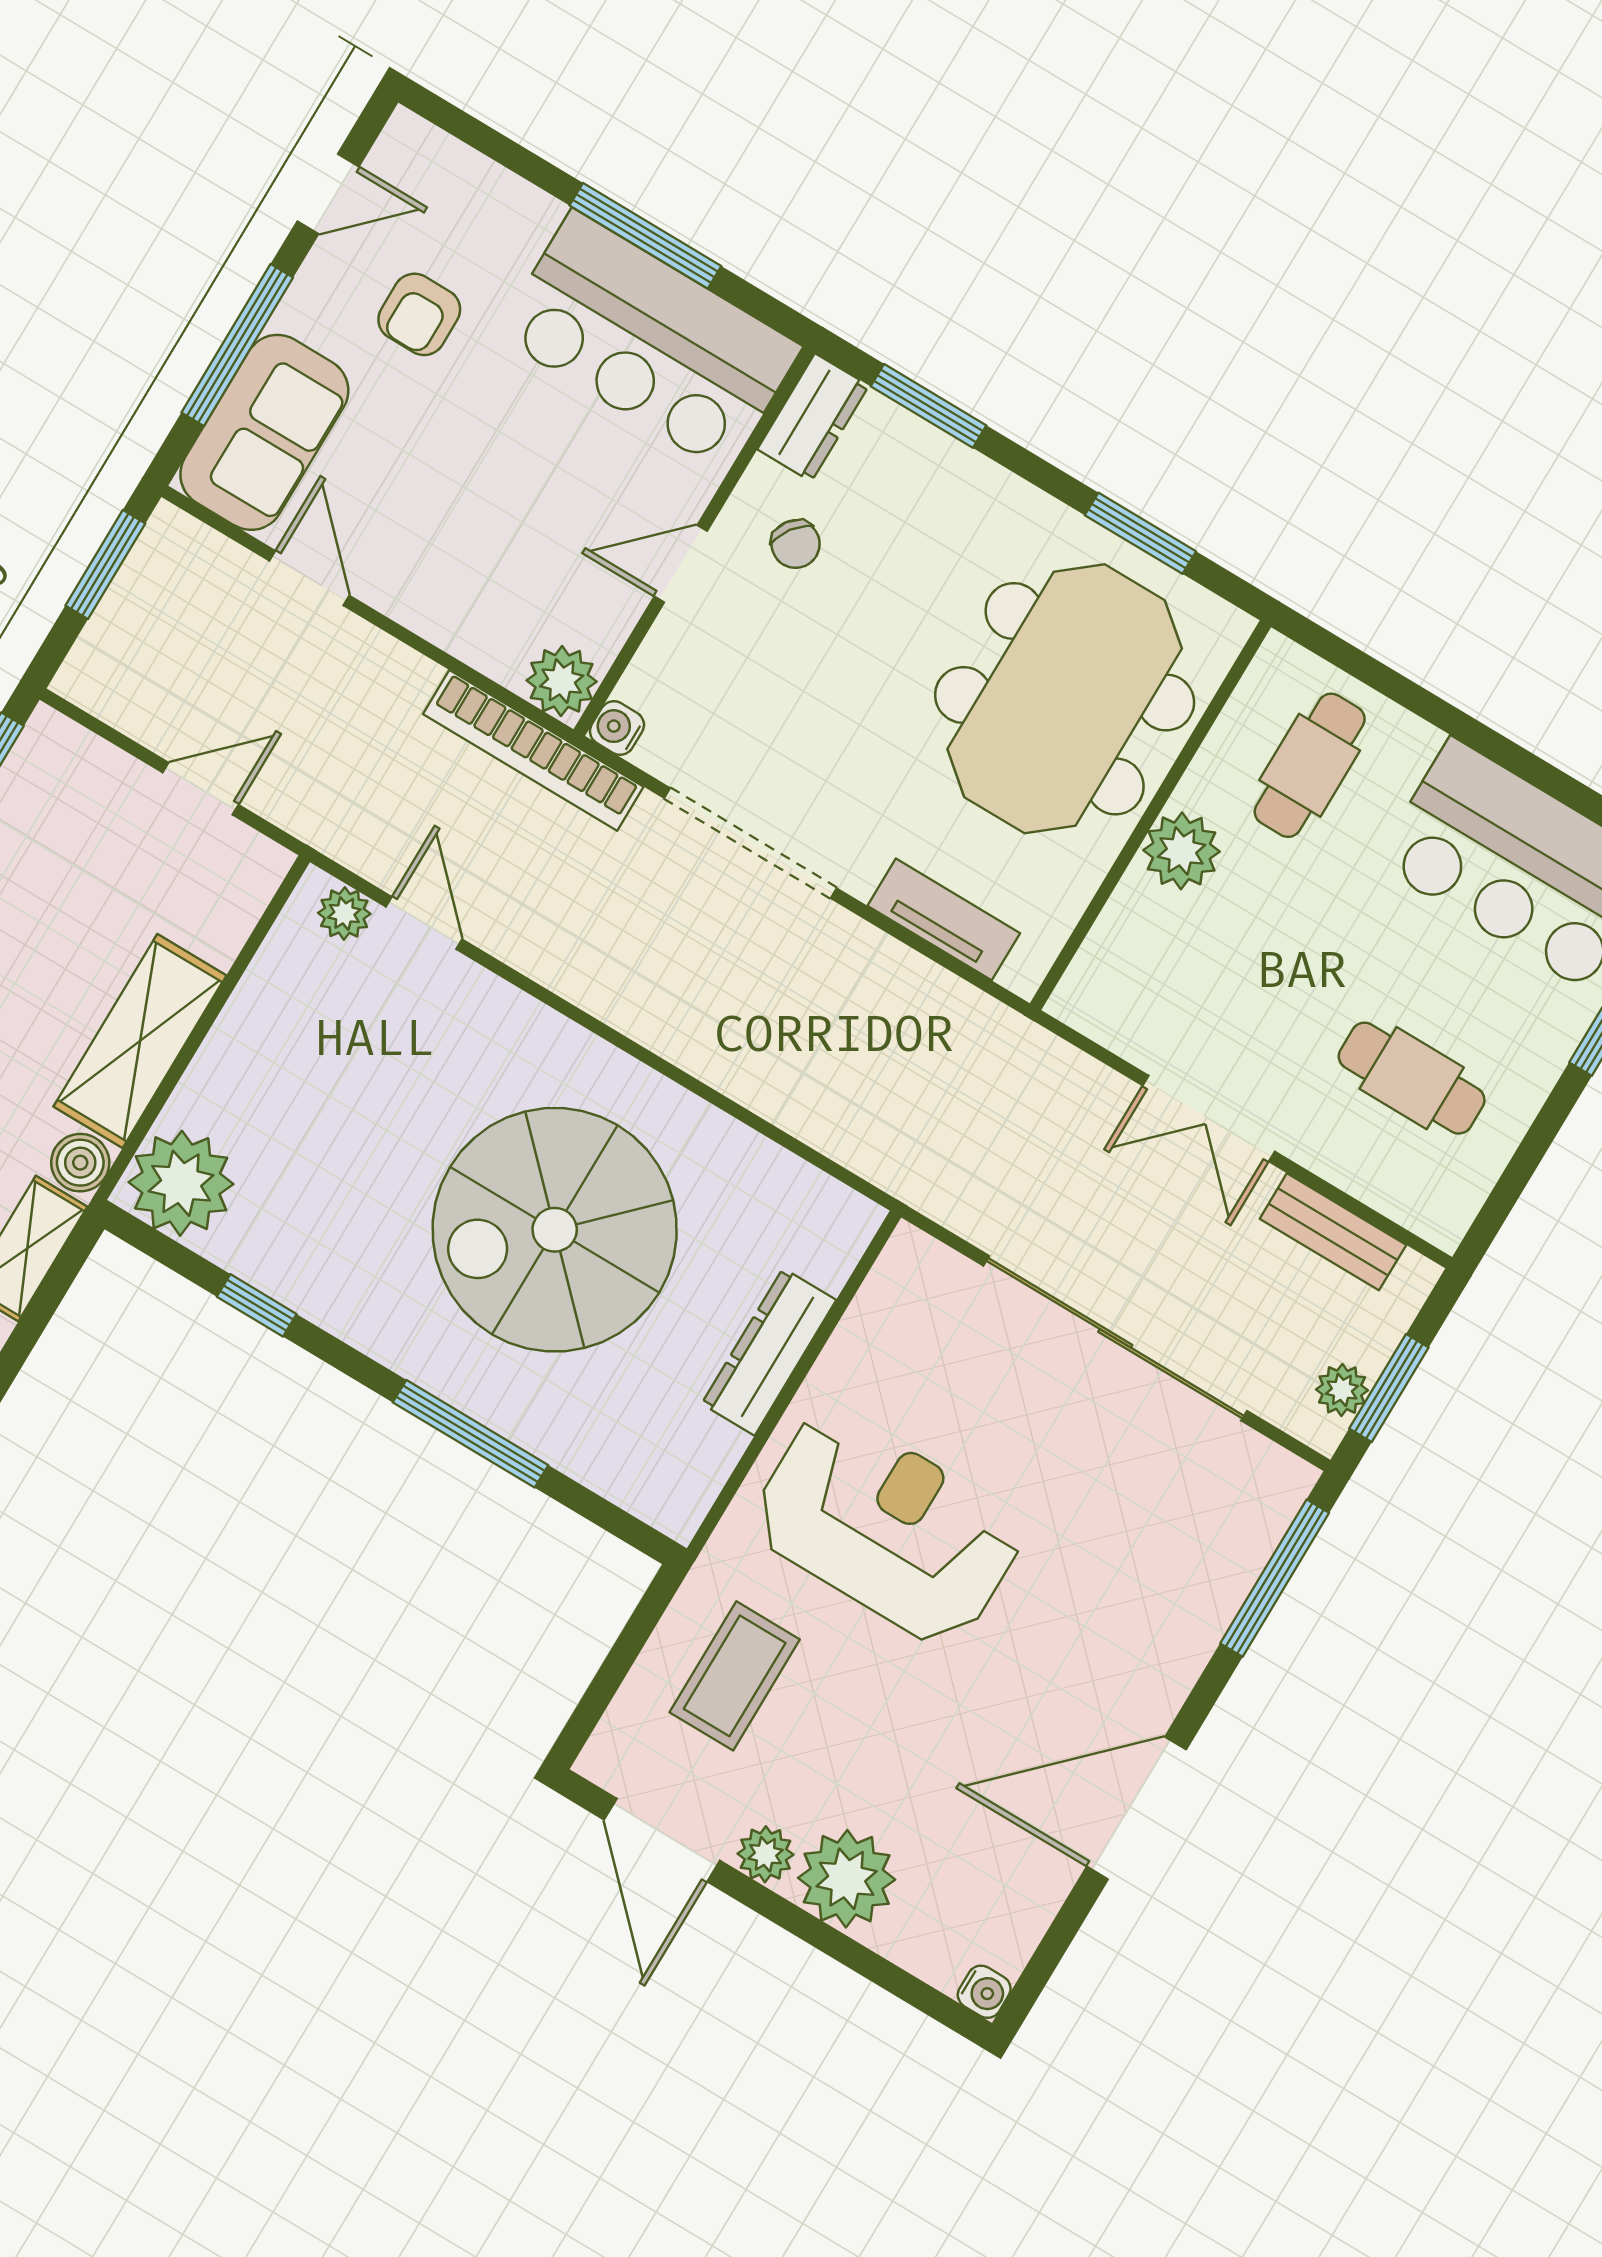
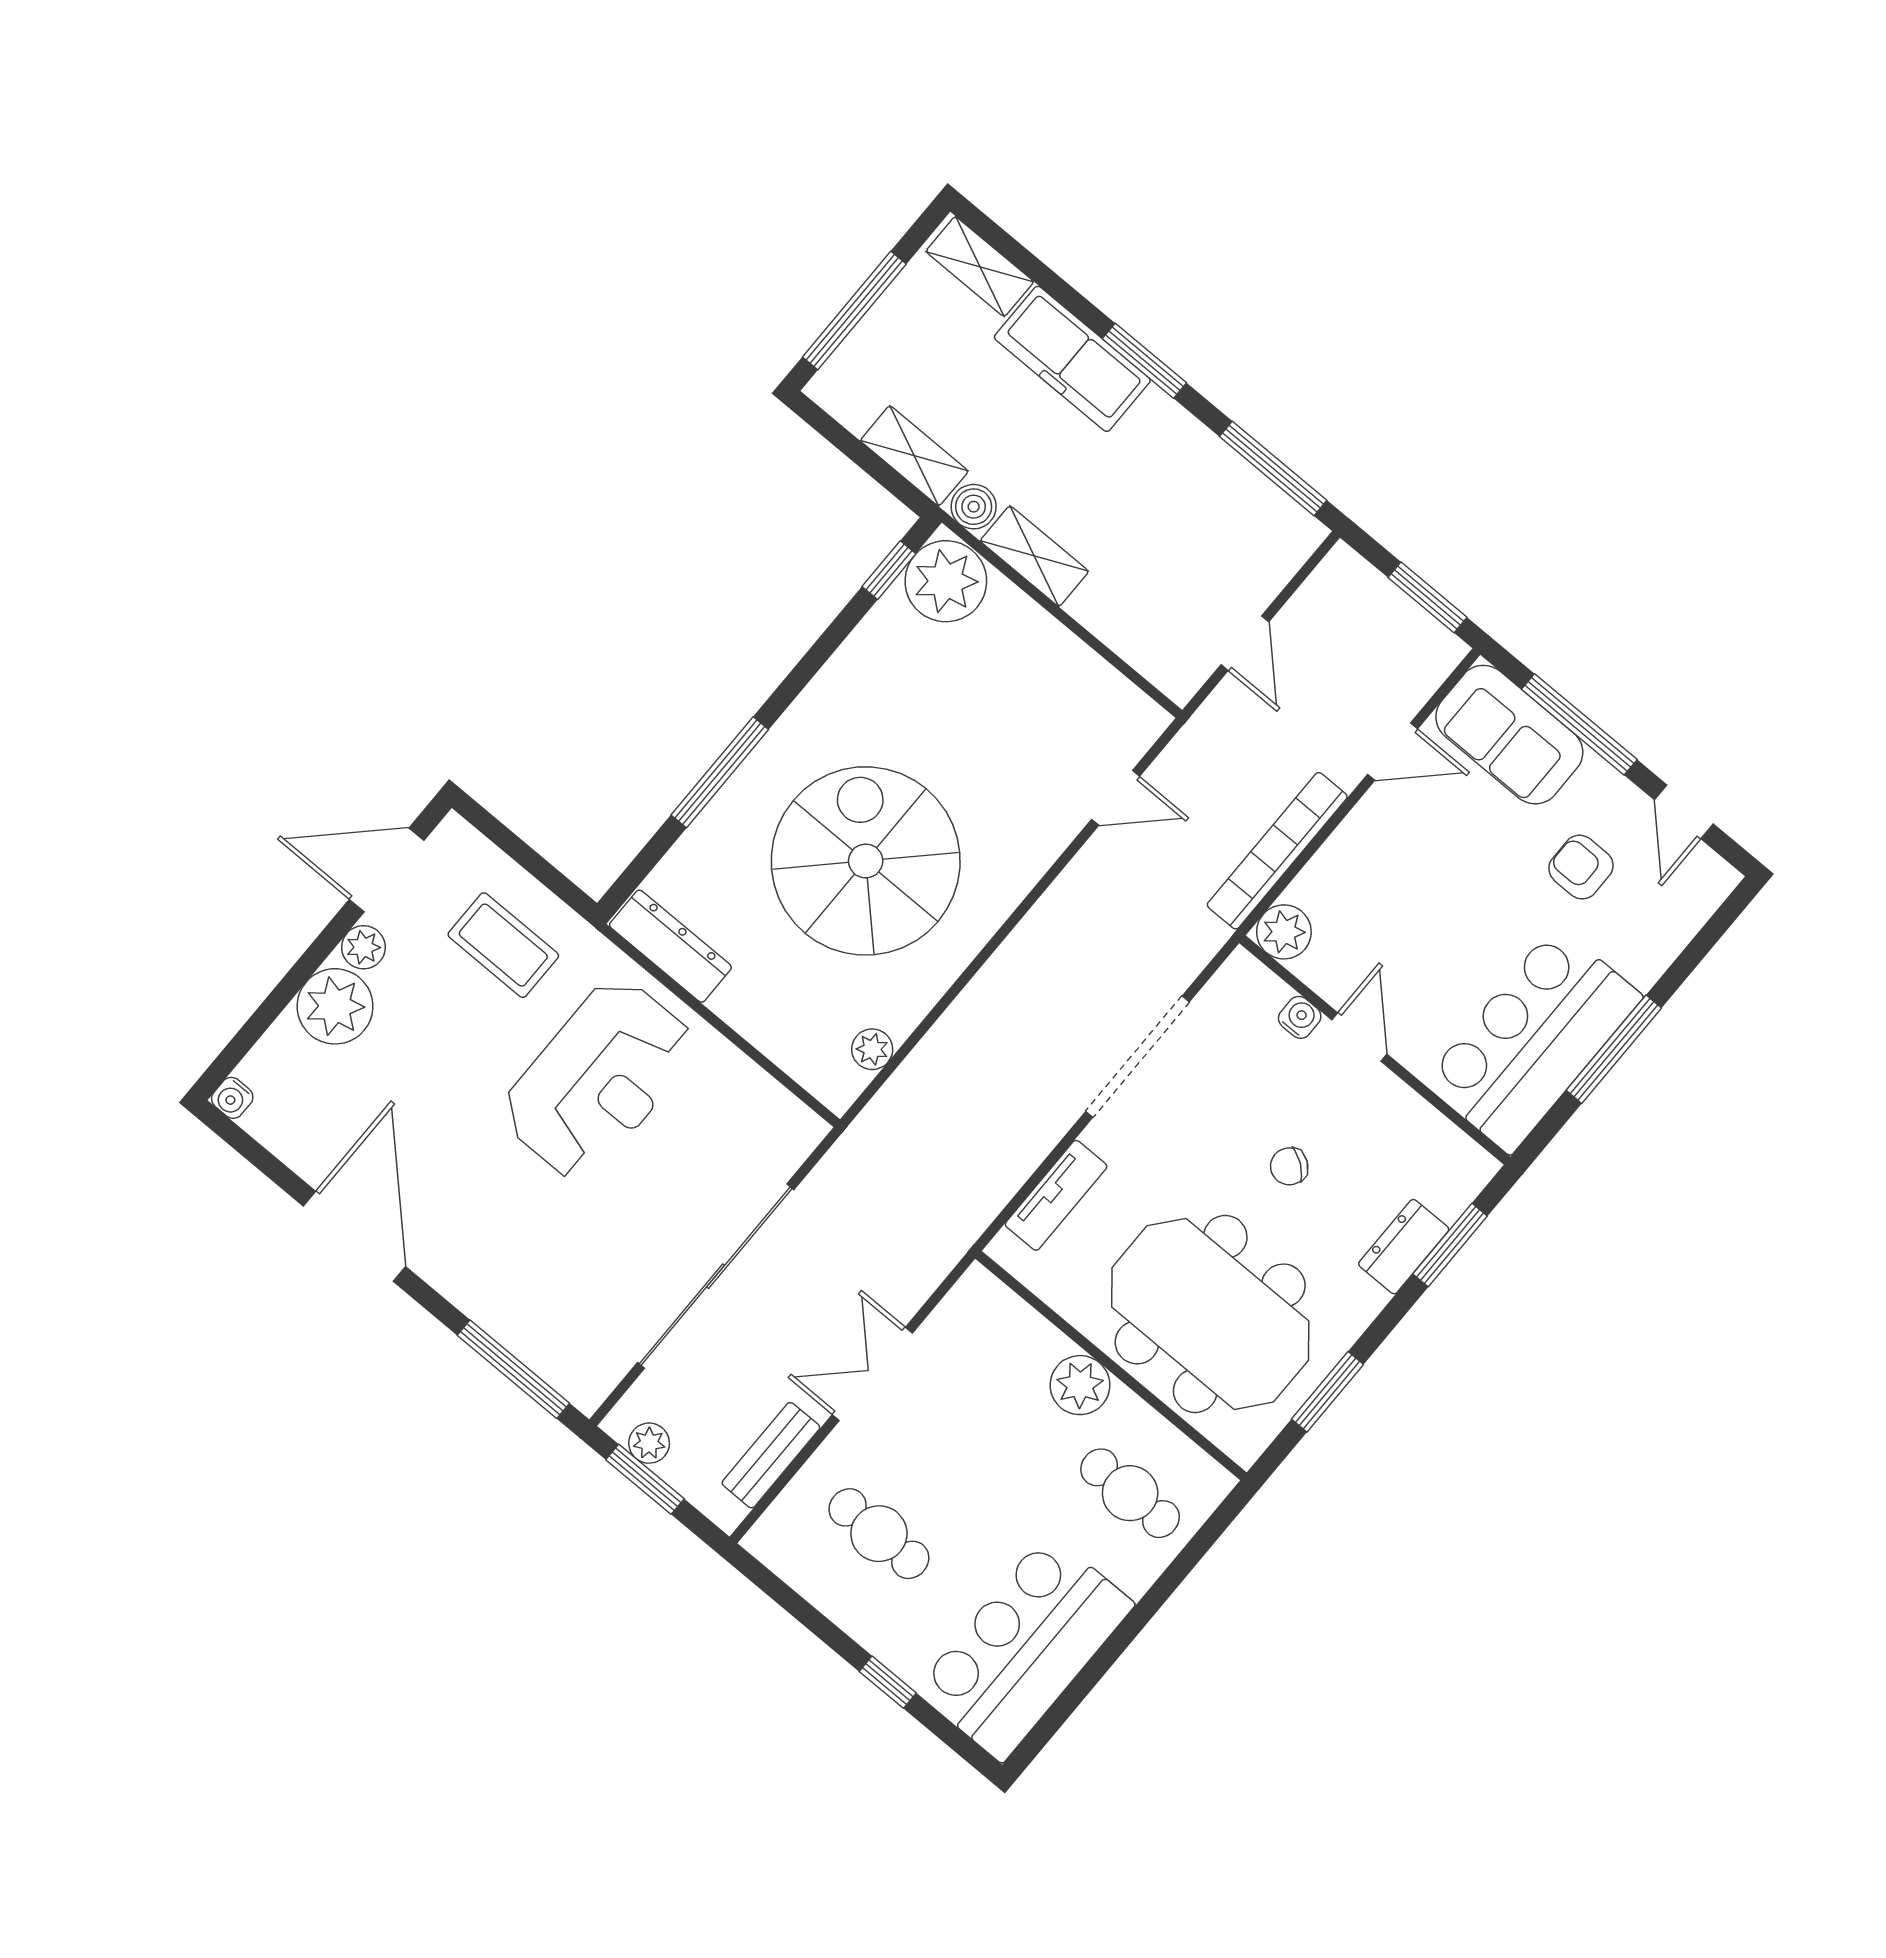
dresser: (813, 417) -> (1404, 1247), moved, turned 90
chair: (796, 544) -> (1289, 1166), moved
water cooler: (617, 728) -> (1300, 1017), moved
bookcase: (533, 750) -> (1277, 851), moved
plant: (344, 913) -> (872, 1049), moved
shelving: (140, 1041) -> (1034, 556), width x0.67, depth x0.75
cafe table: (1412, 1078) -> (879, 1534), turned 90
window: (257, 1305) -> (889, 570), moved
dresser: (769, 1352) -> (670, 946), moved

